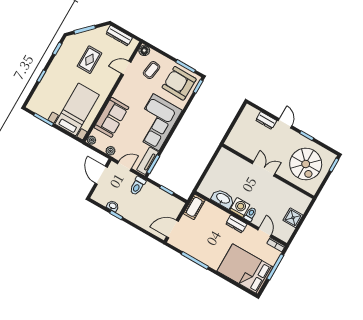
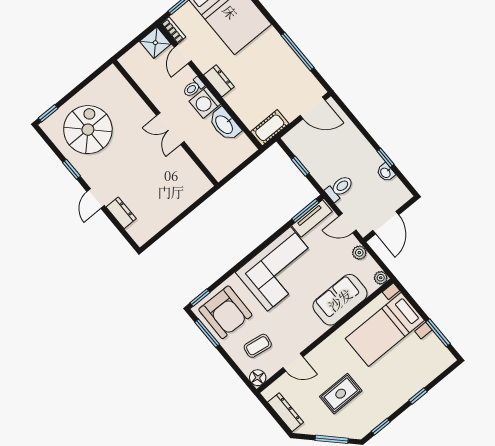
double door: (264, 169) -> (170, 129), moved
wall: (268, 171) -> (166, 123), moved
shower: (293, 218) -> (155, 43), moved

